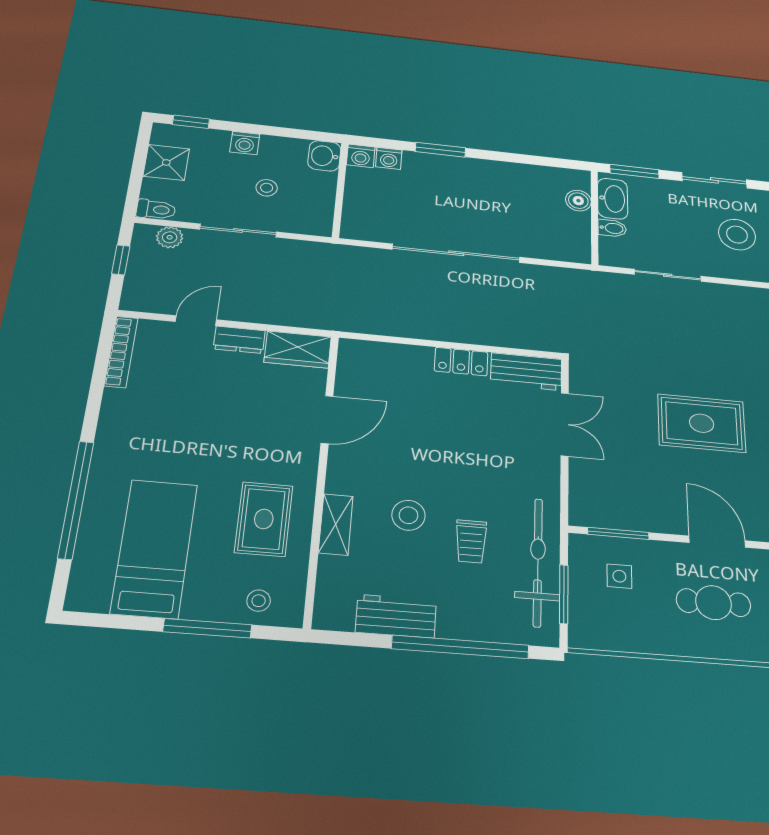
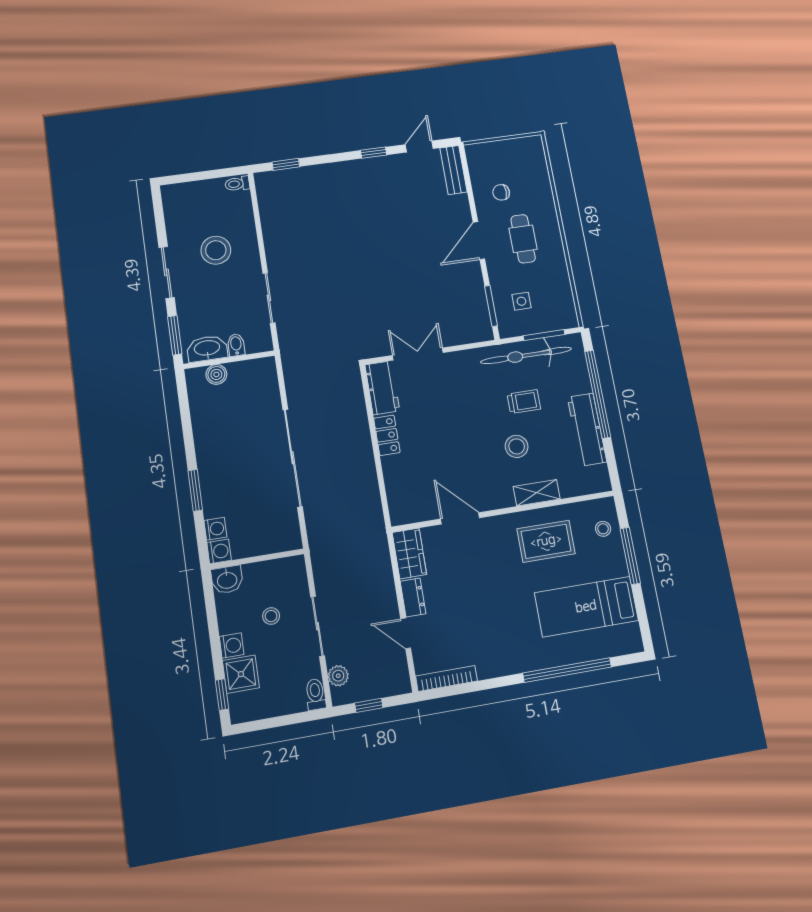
shower: (166, 162) -> (241, 674), moved
rug: (702, 423) -> (390, 260), removed
workbench: (396, 616) -> (587, 429), width x1.38

